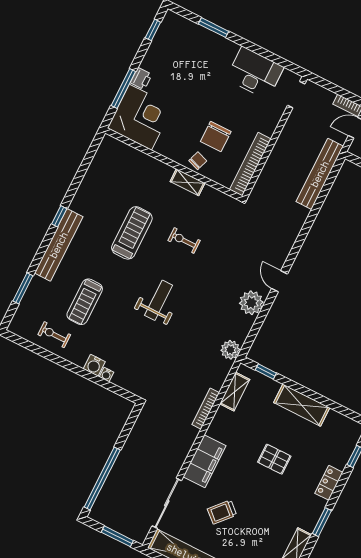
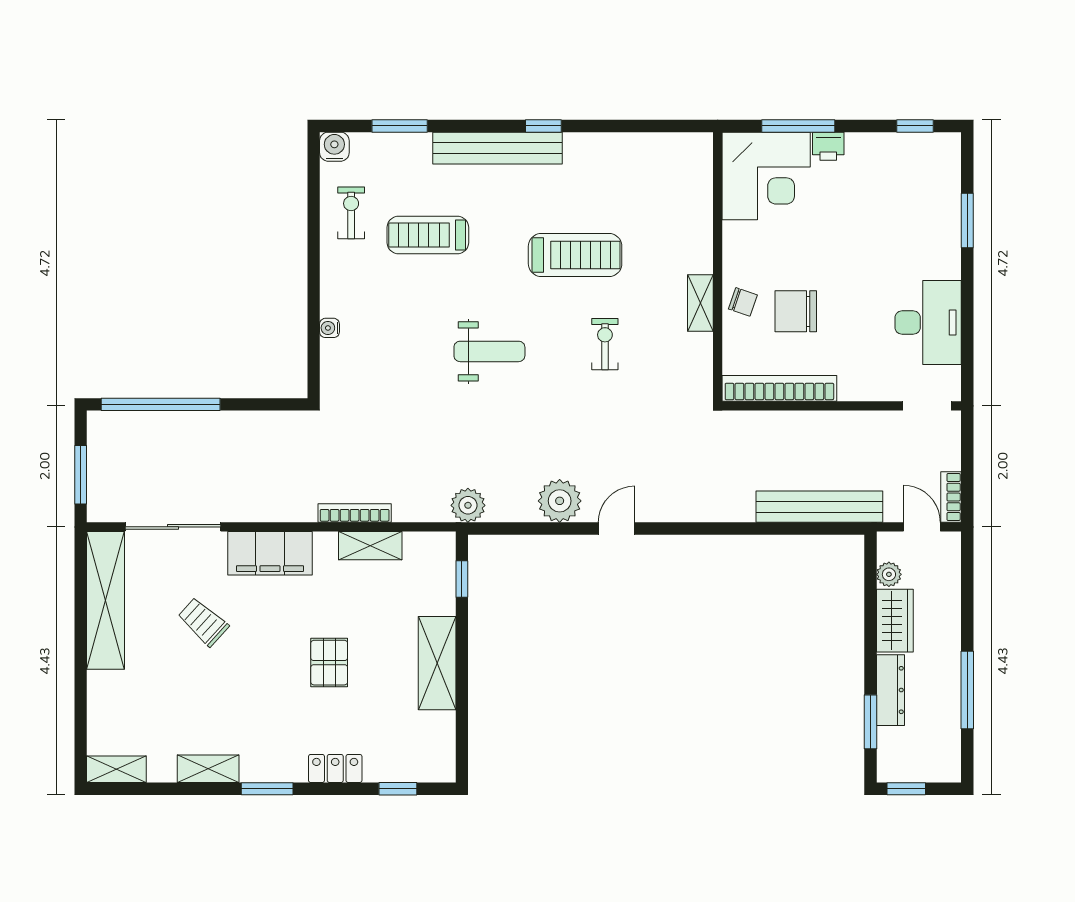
water cooler: (94, 365) -> (334, 147), moved, turned 90
shelving: (235, 392) -> (370, 546), moved

